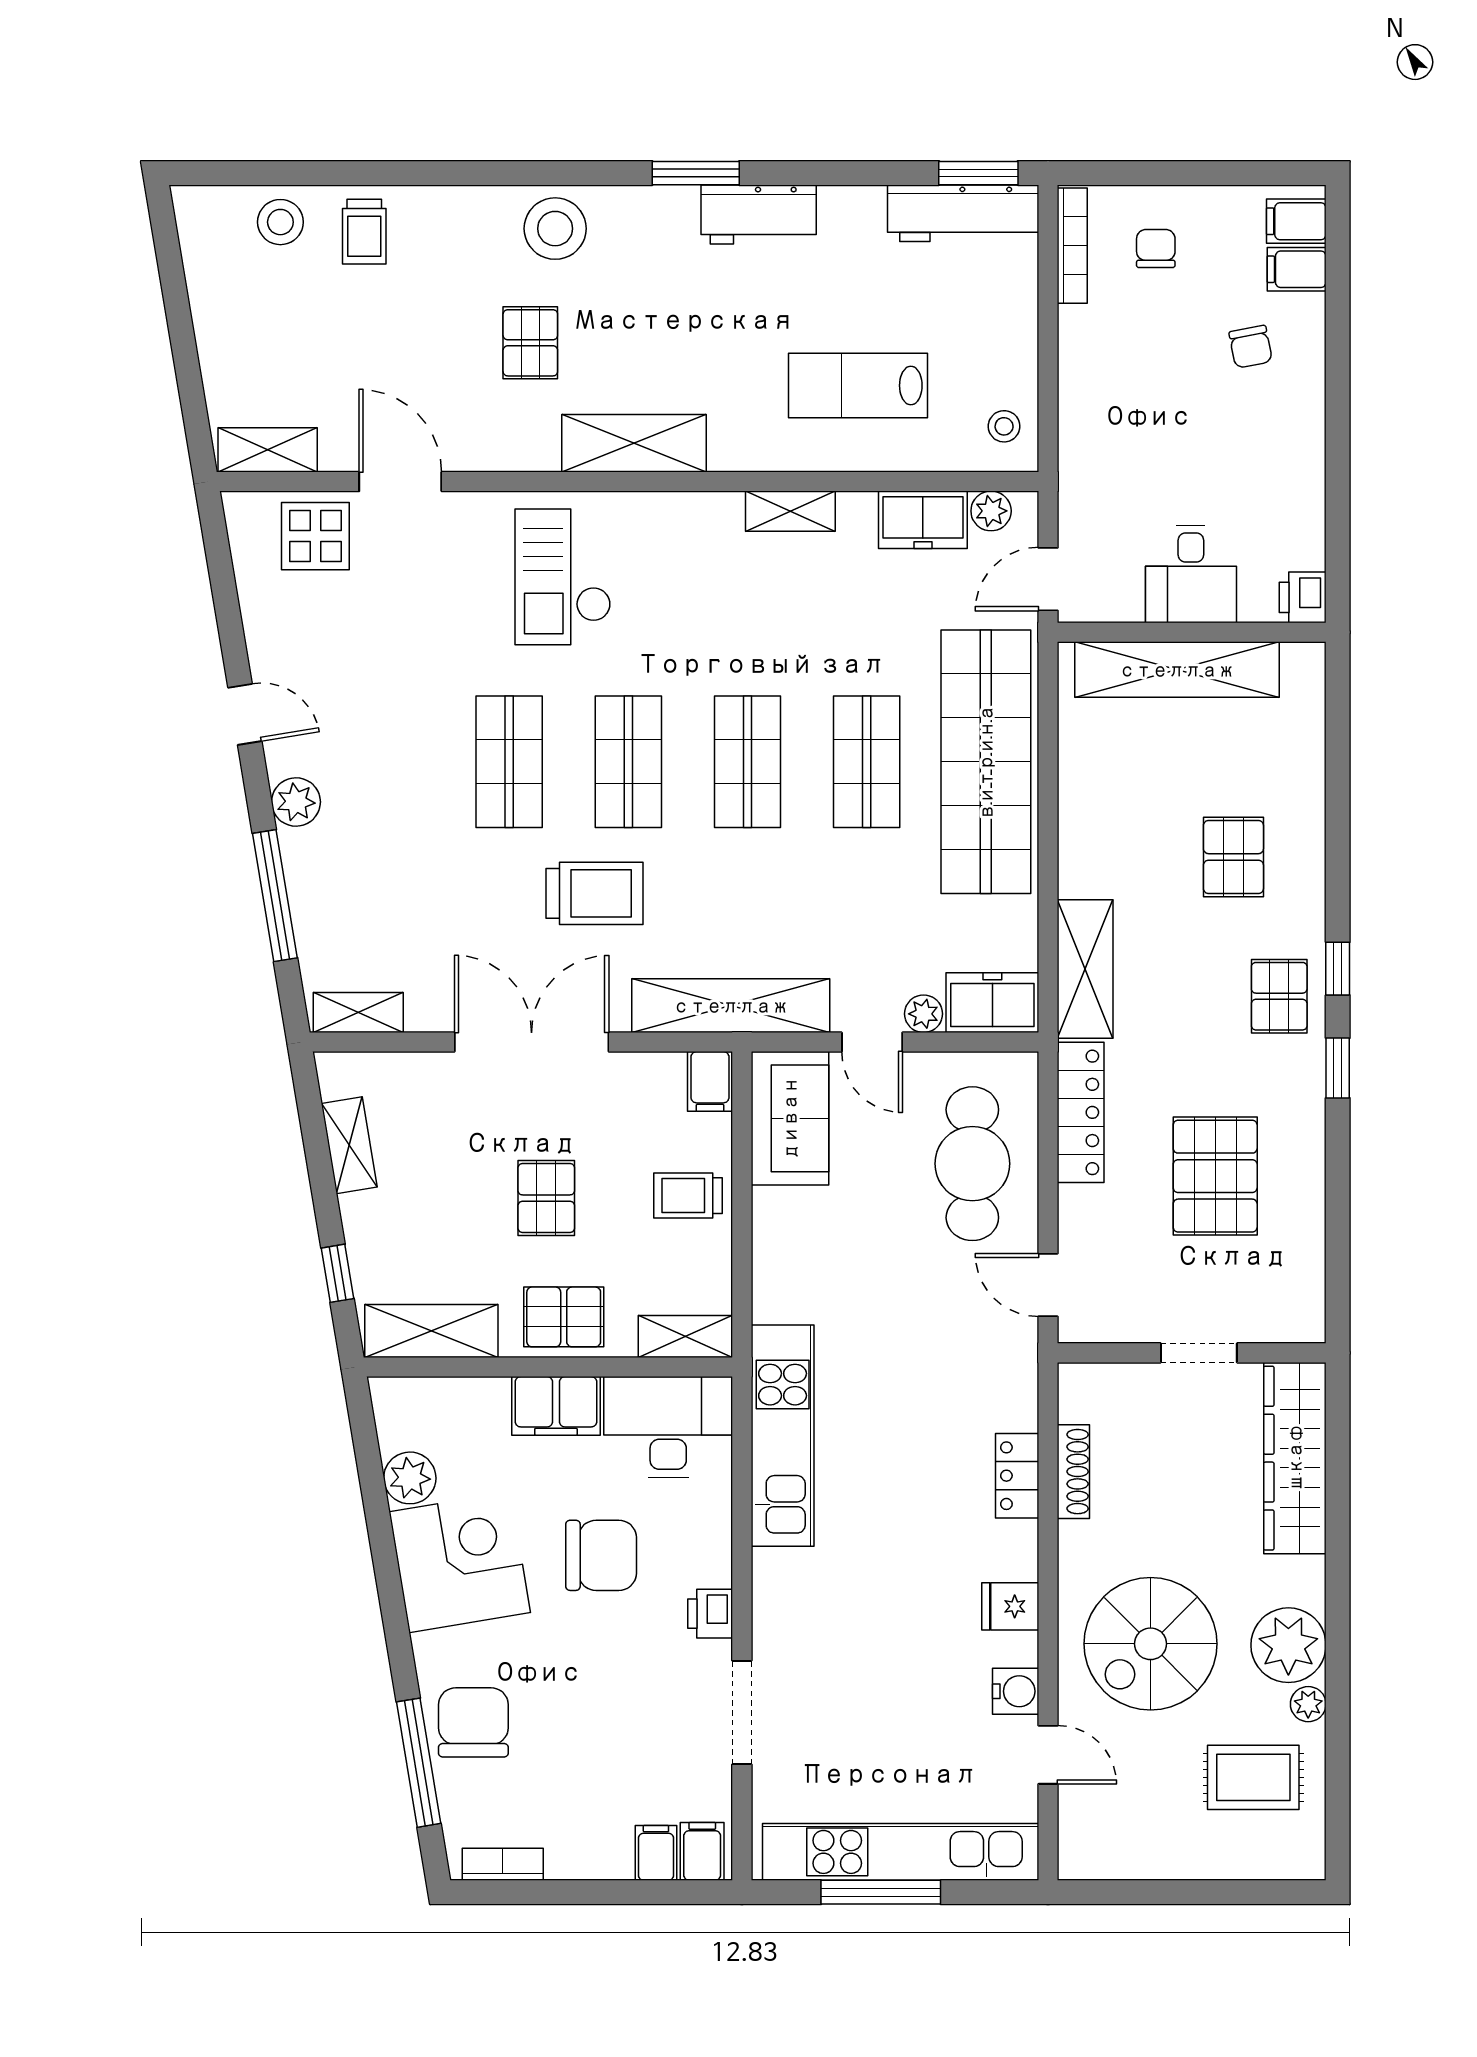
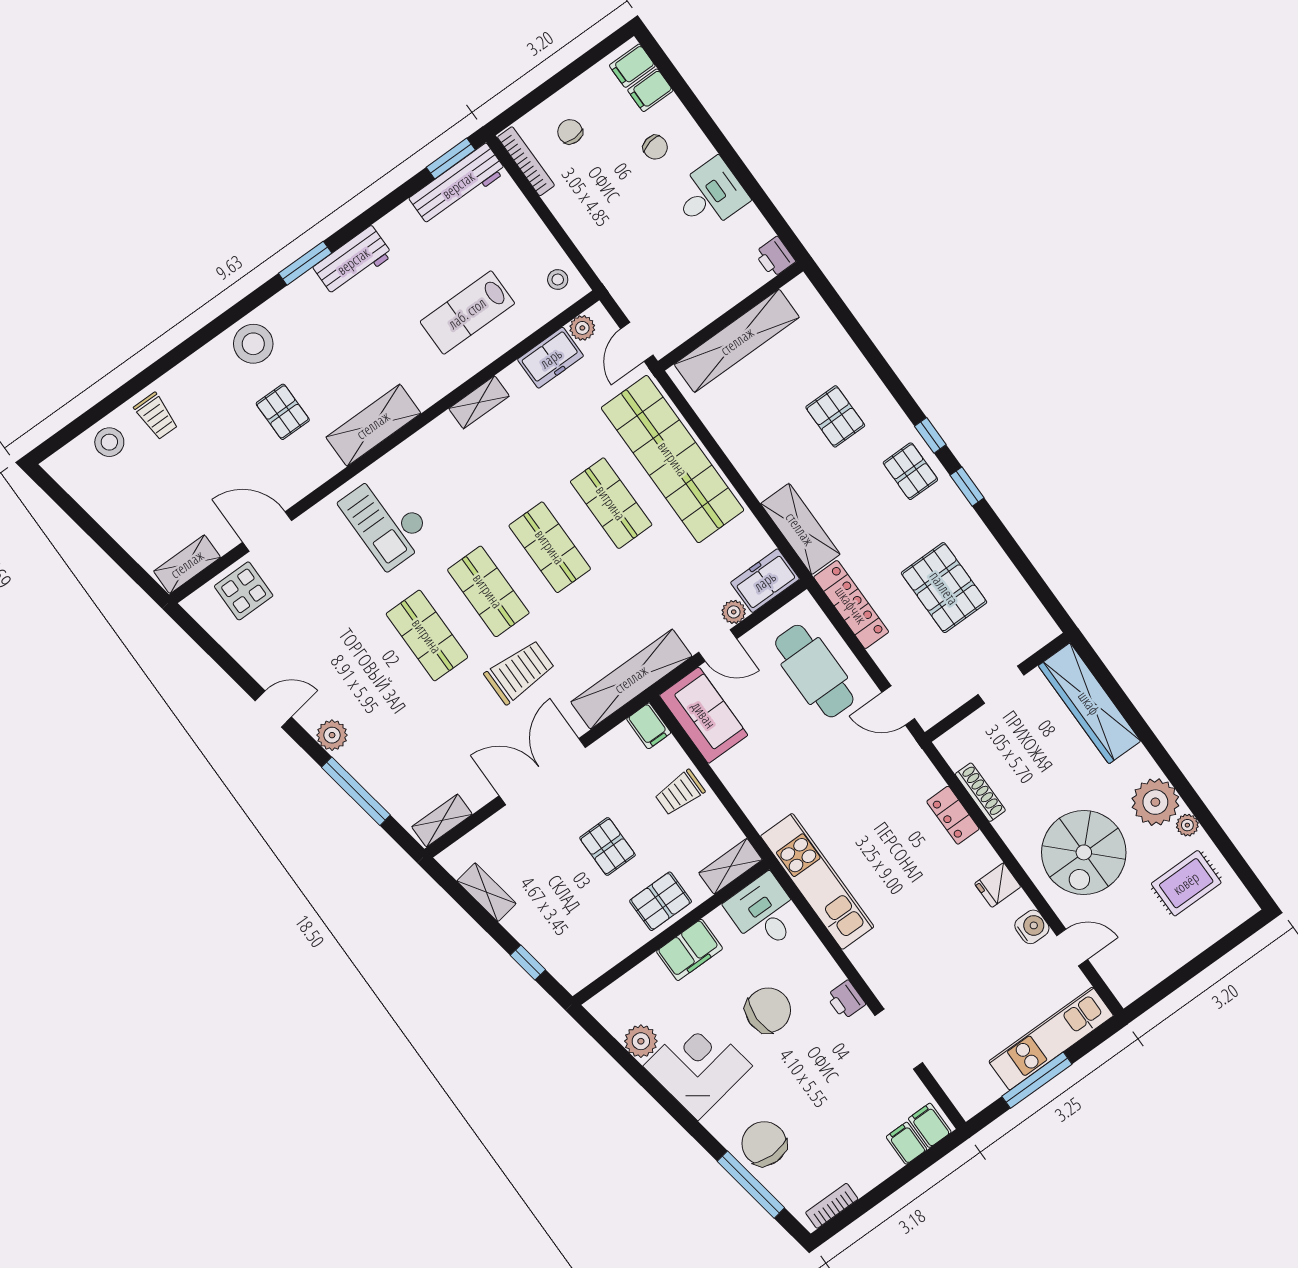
desk: (1191, 574) -> (710, 195), moved, turned -90
shelving: (431, 1331) -> (598, 957), removed
desk: (668, 1427) -> (764, 913), width x0.73
kitchen unit: (901, 1852) -> (1051, 1039), width x0.73

